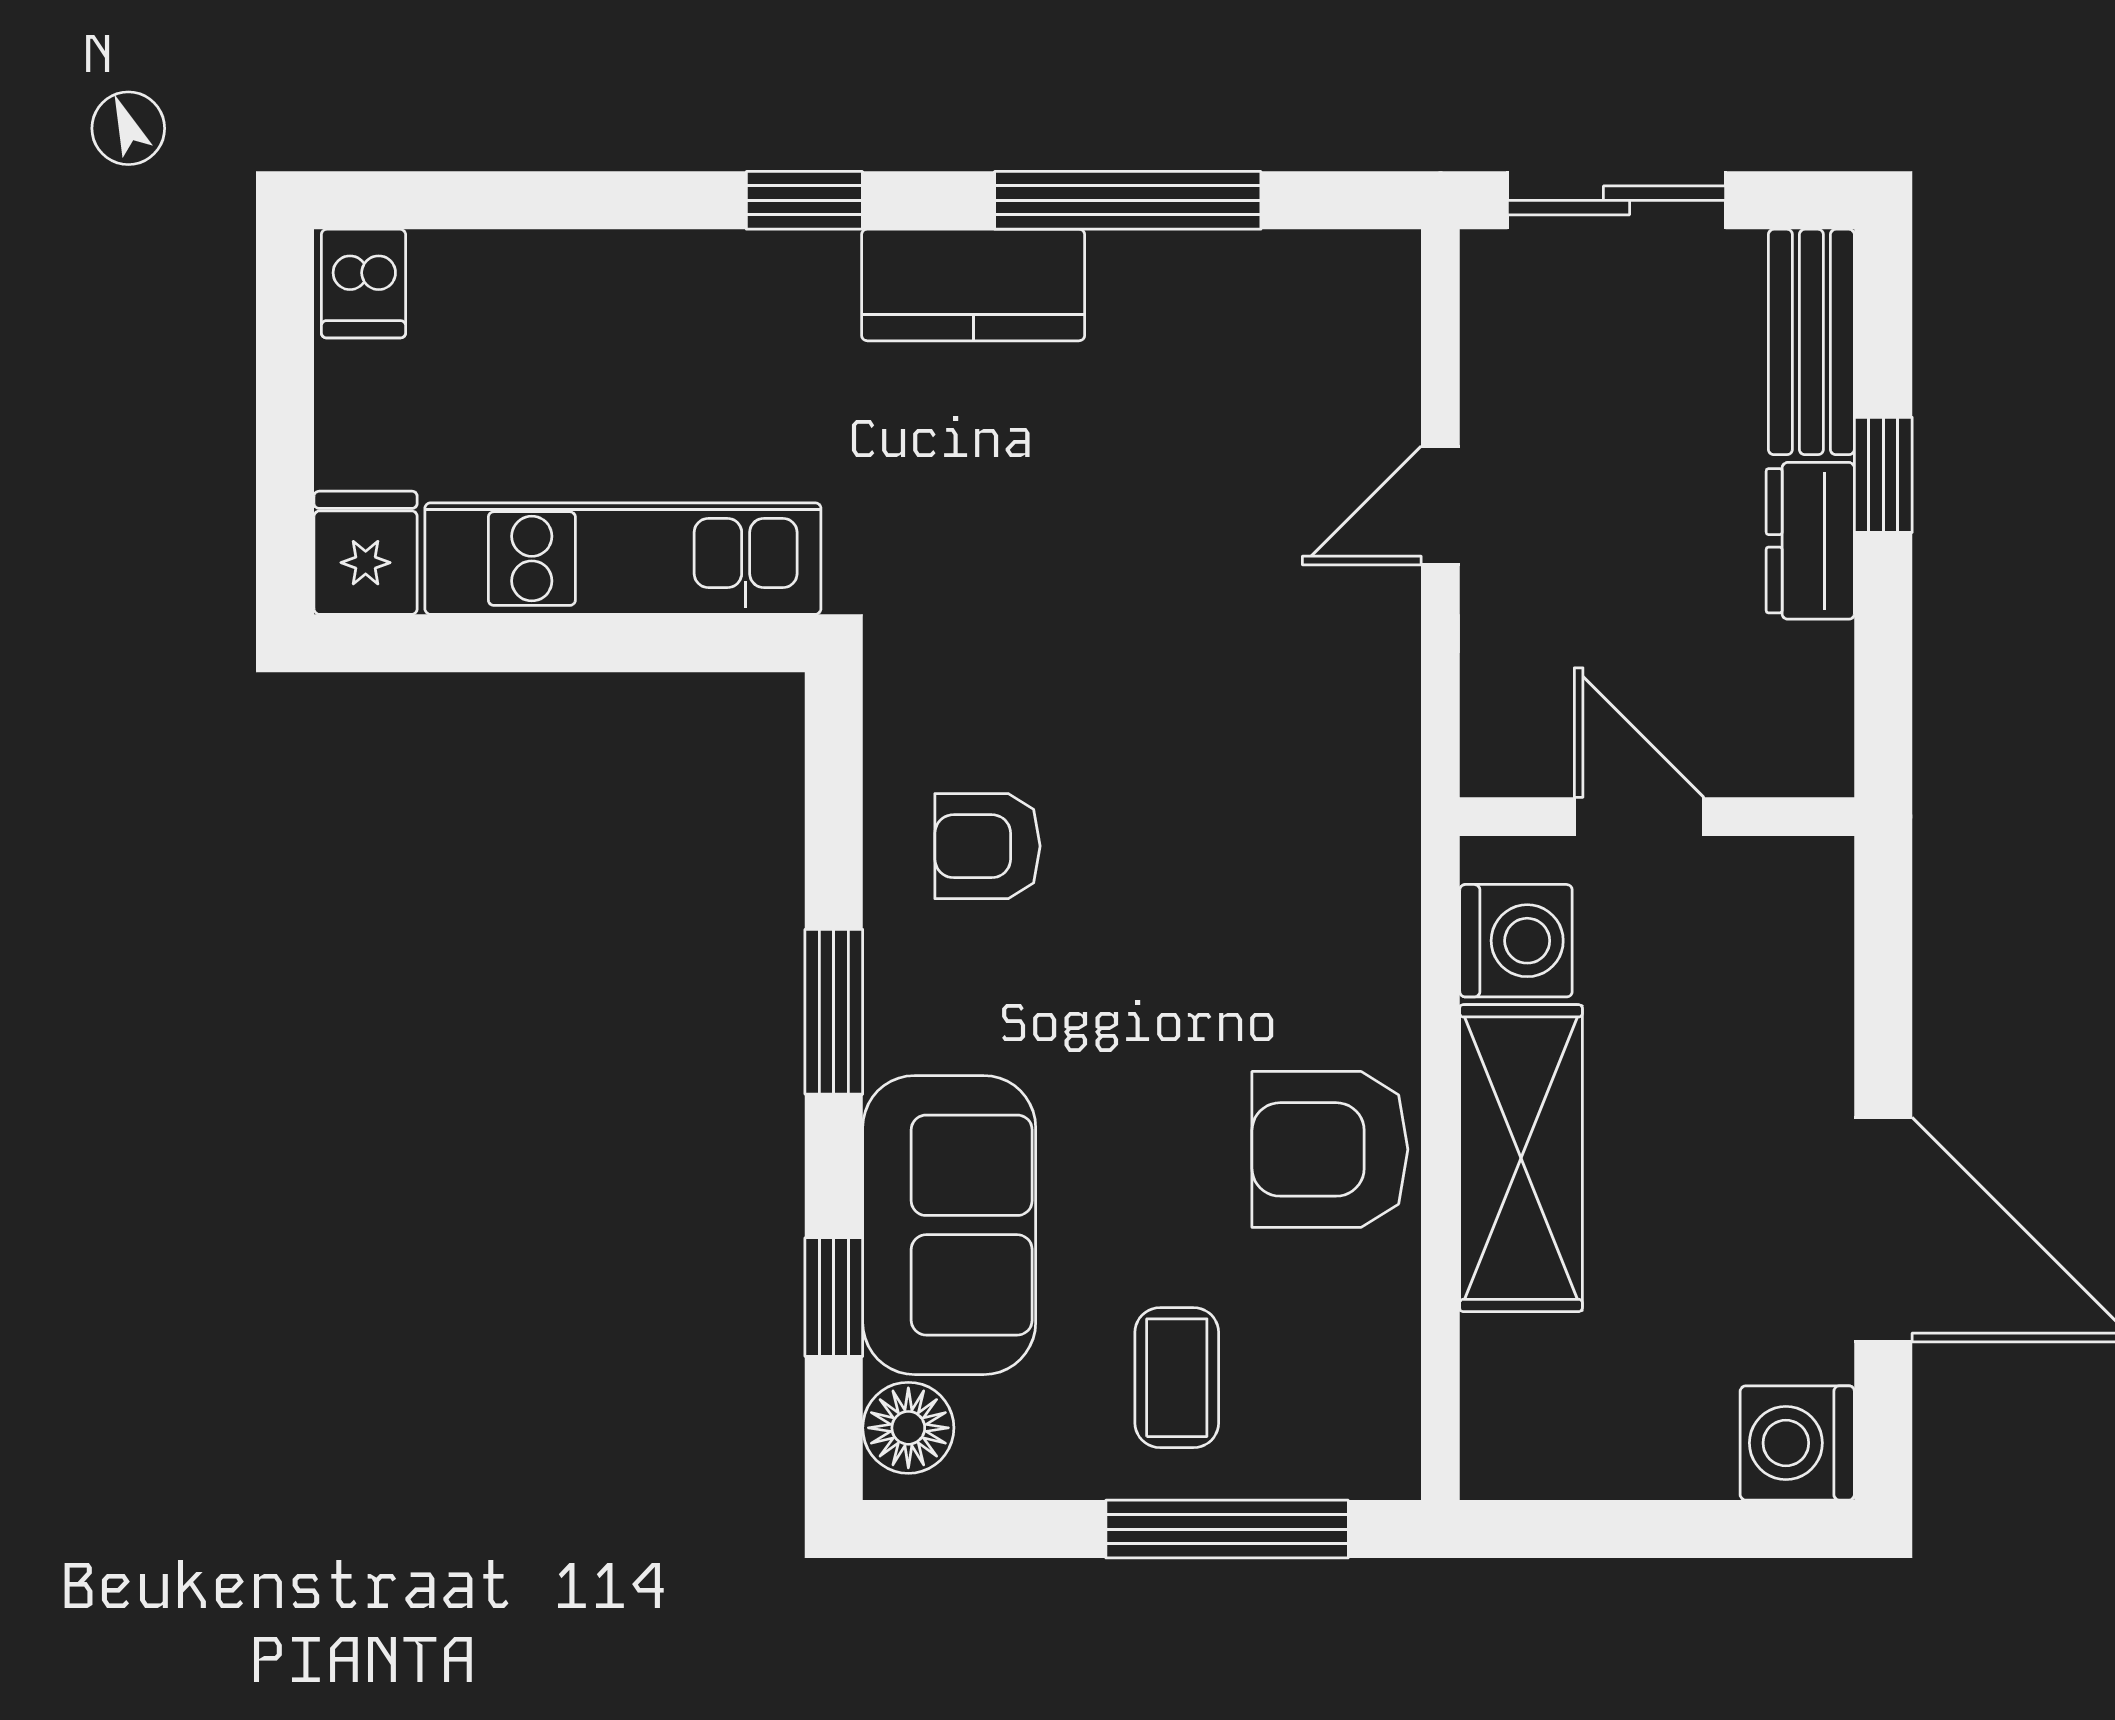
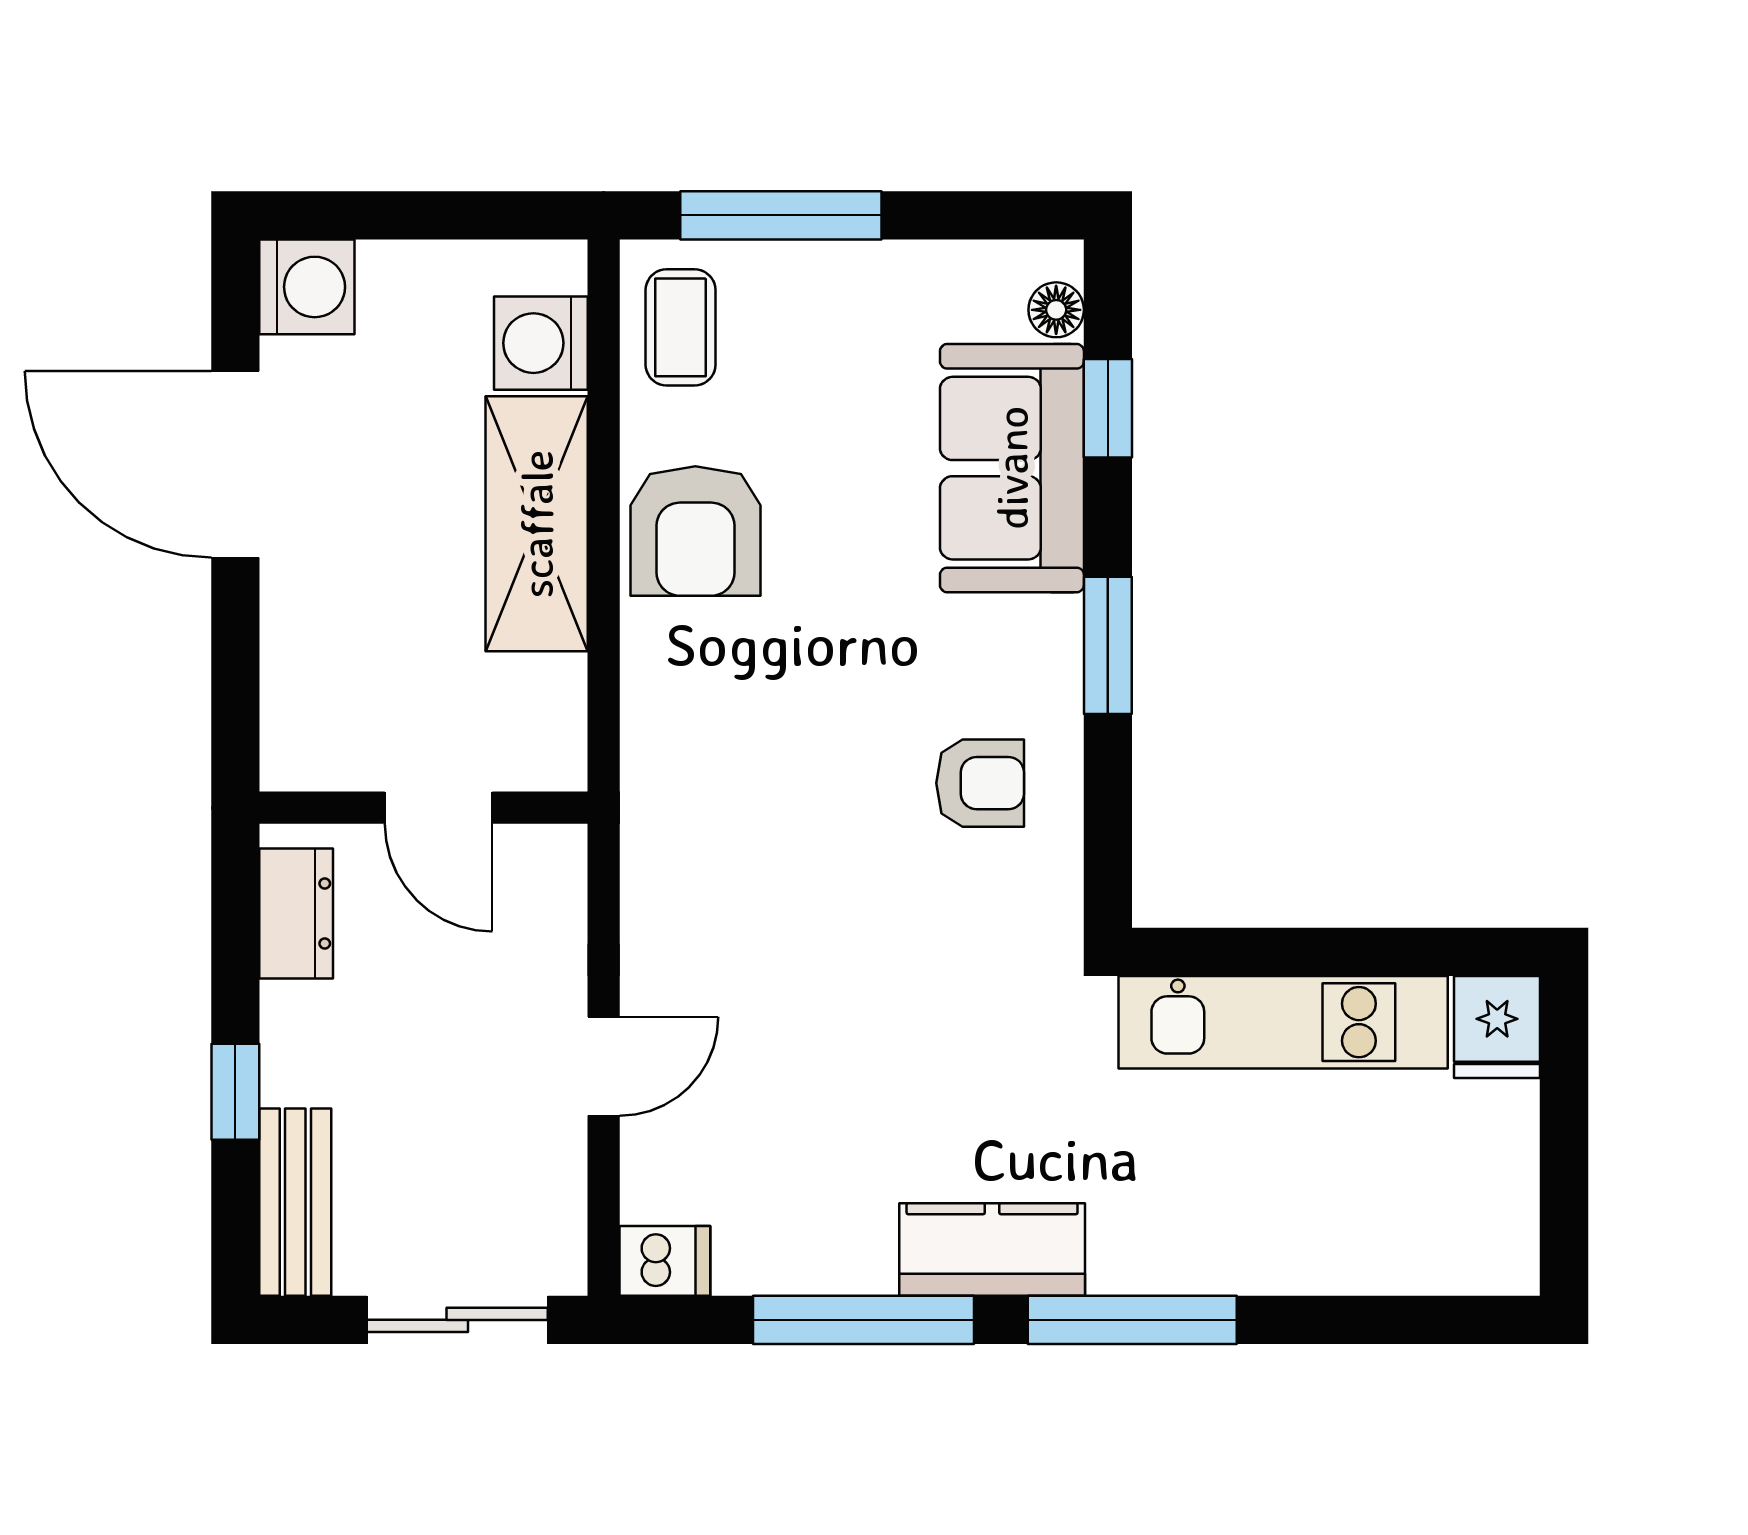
window: (804, 200) -> (1132, 1320), width x2.17
dishwasher: (363, 284) -> (665, 1261), moved, turned 90
dresser: (1810, 541) -> (296, 913), moved
washing machine: (1516, 941) -> (541, 343), moved
armchair: (1330, 1149) -> (695, 531), turned 90
coffee table: (1177, 1378) -> (681, 327), moved
floor lamp: (908, 1428) -> (1056, 310), width x0.73, depth x0.73

